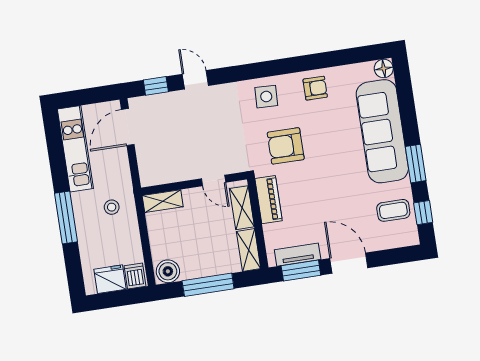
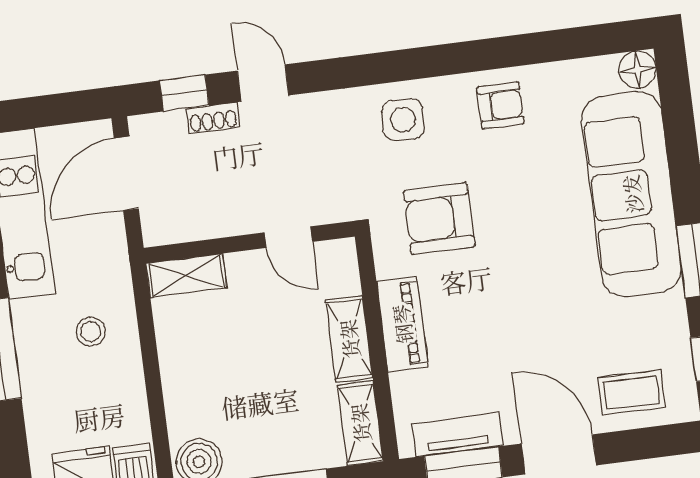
shoe rack: (171, 98) -> (213, 118), added
door: (214, 180) -> (288, 237), moved
wall: (194, 183) -> (249, 242), moved
shelving: (163, 201) -> (186, 276), moved
coffee table: (393, 210) -> (631, 393), moved

